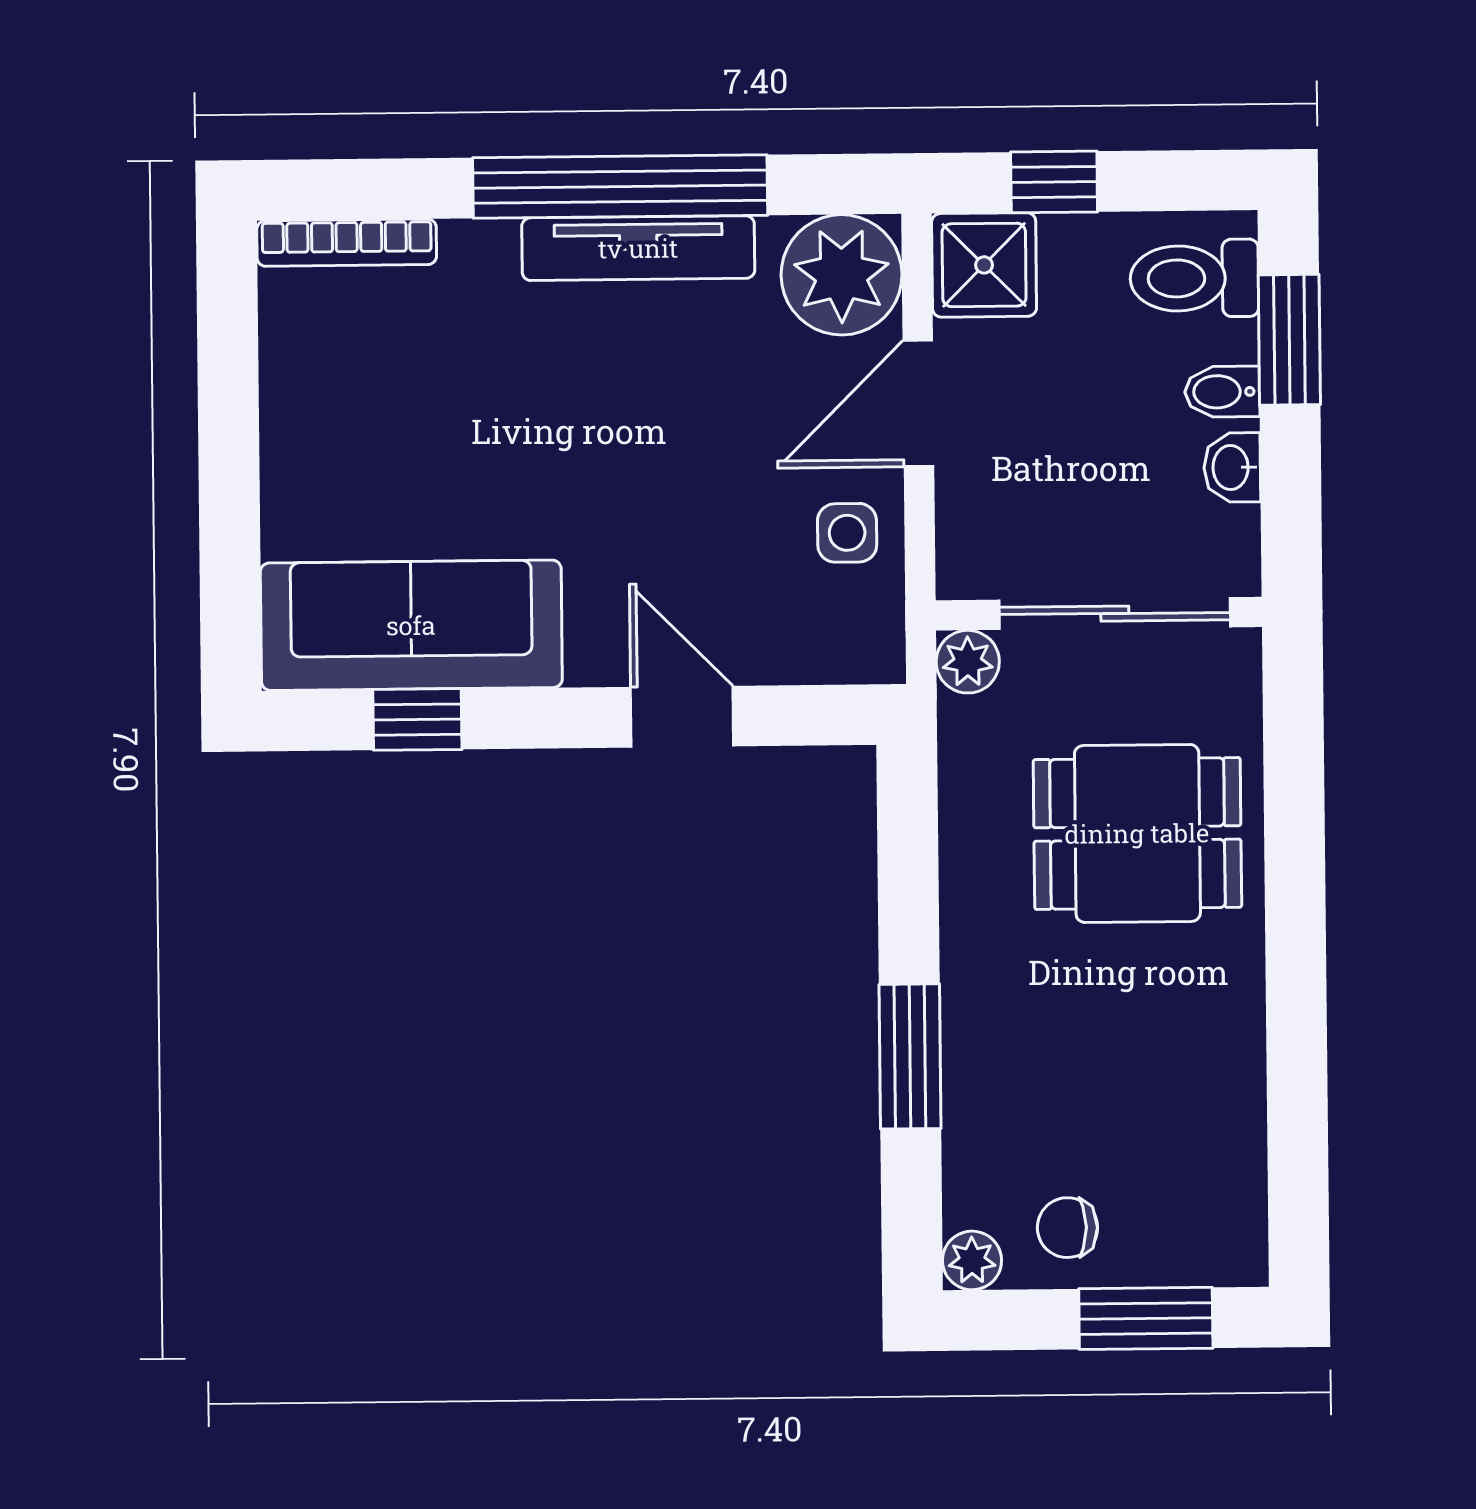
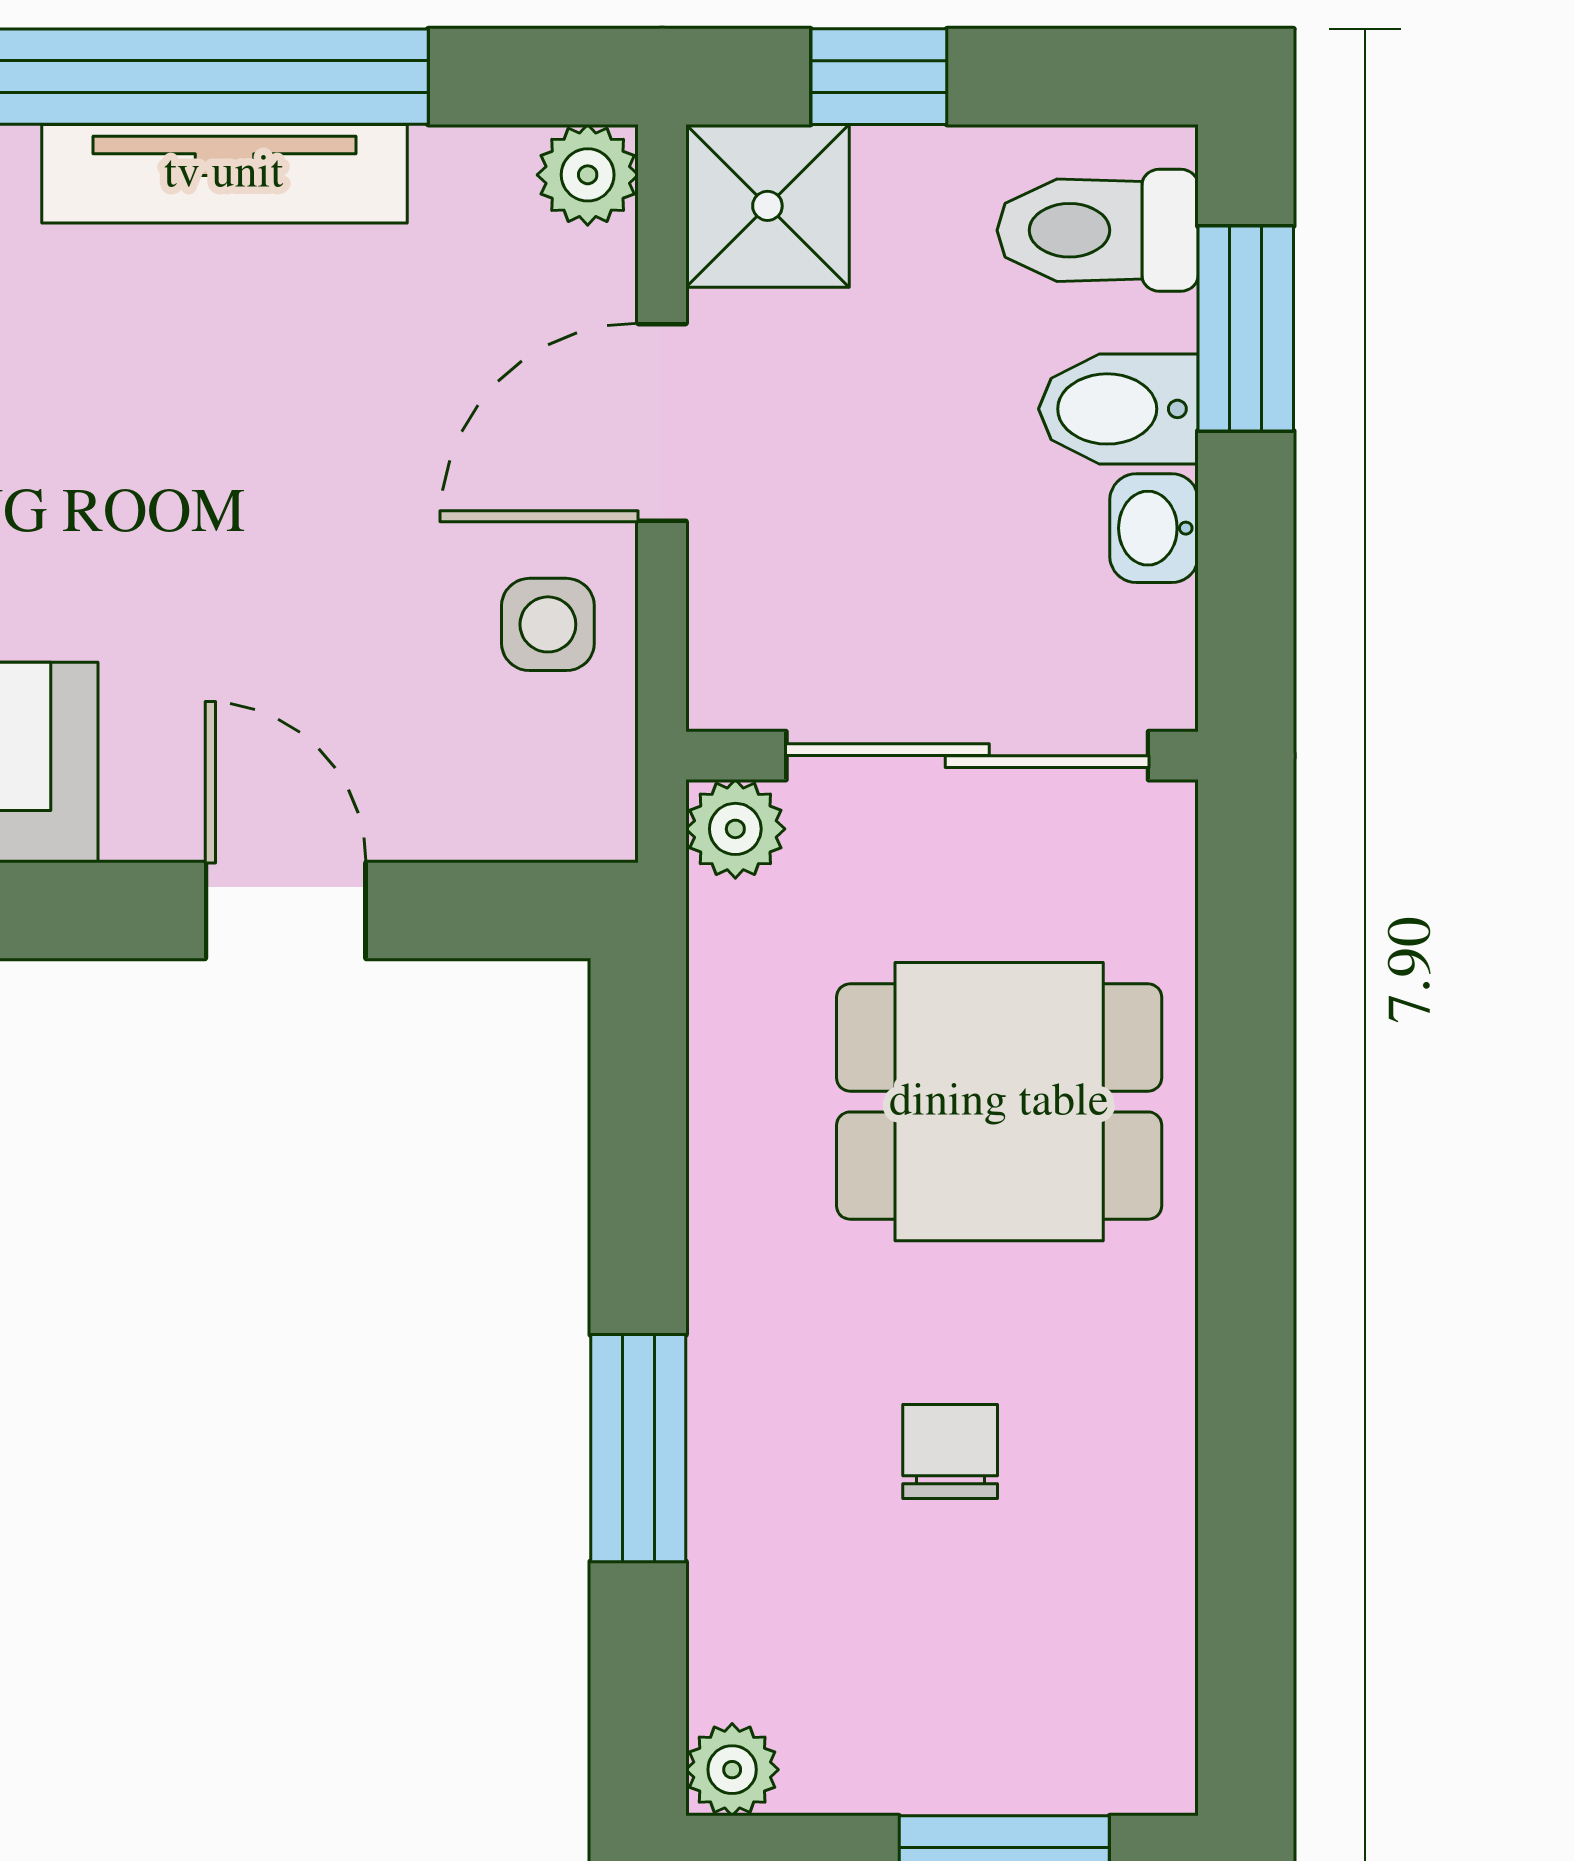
plant: (842, 275) -> (588, 175), width x0.53, depth x0.53
bidet: (1222, 392) -> (1118, 409), width x1.38, depth x1.36
chair: (1067, 1228) -> (950, 1451), moved, turned 90

